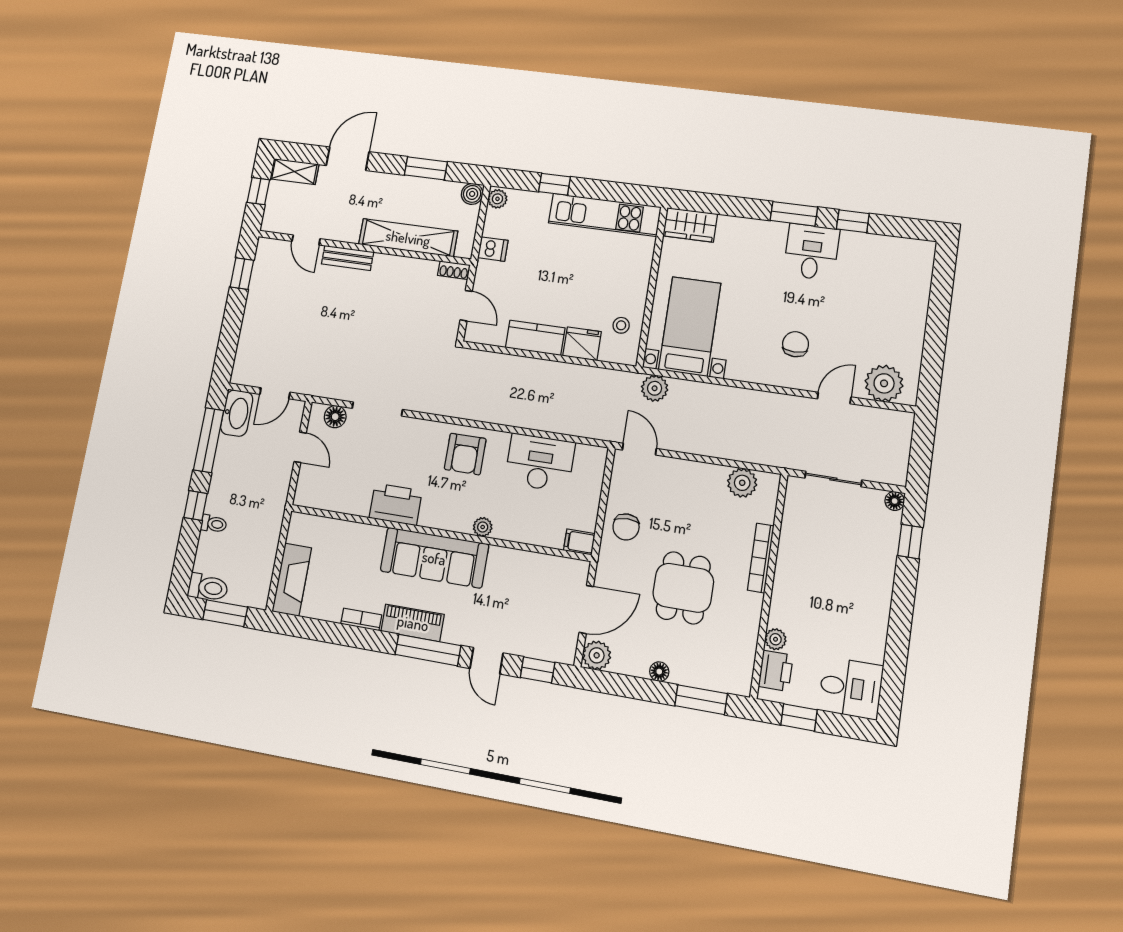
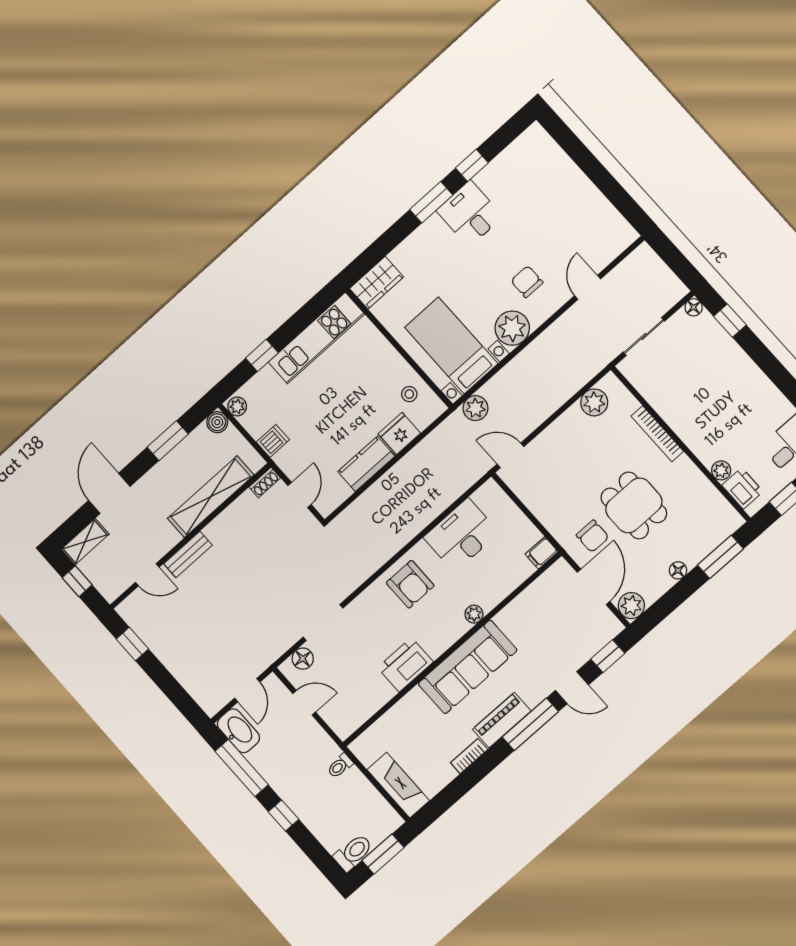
door: (466, 306) -> (300, 495), hinge flipped
plant: (884, 383) -> (512, 328), moved
toilet: (214, 524) -> (340, 766), moved, turned 180
chair: (626, 527) -> (593, 536), moved

